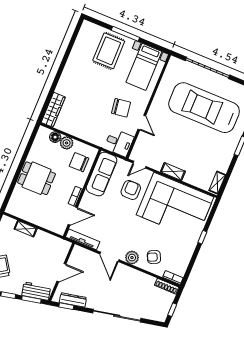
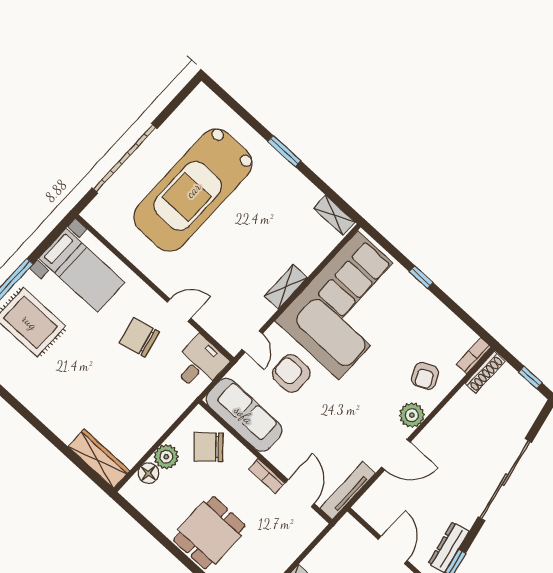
chair: (121, 108) -> (139, 337), turned -95
chair: (79, 162) -> (208, 447), turned 48

